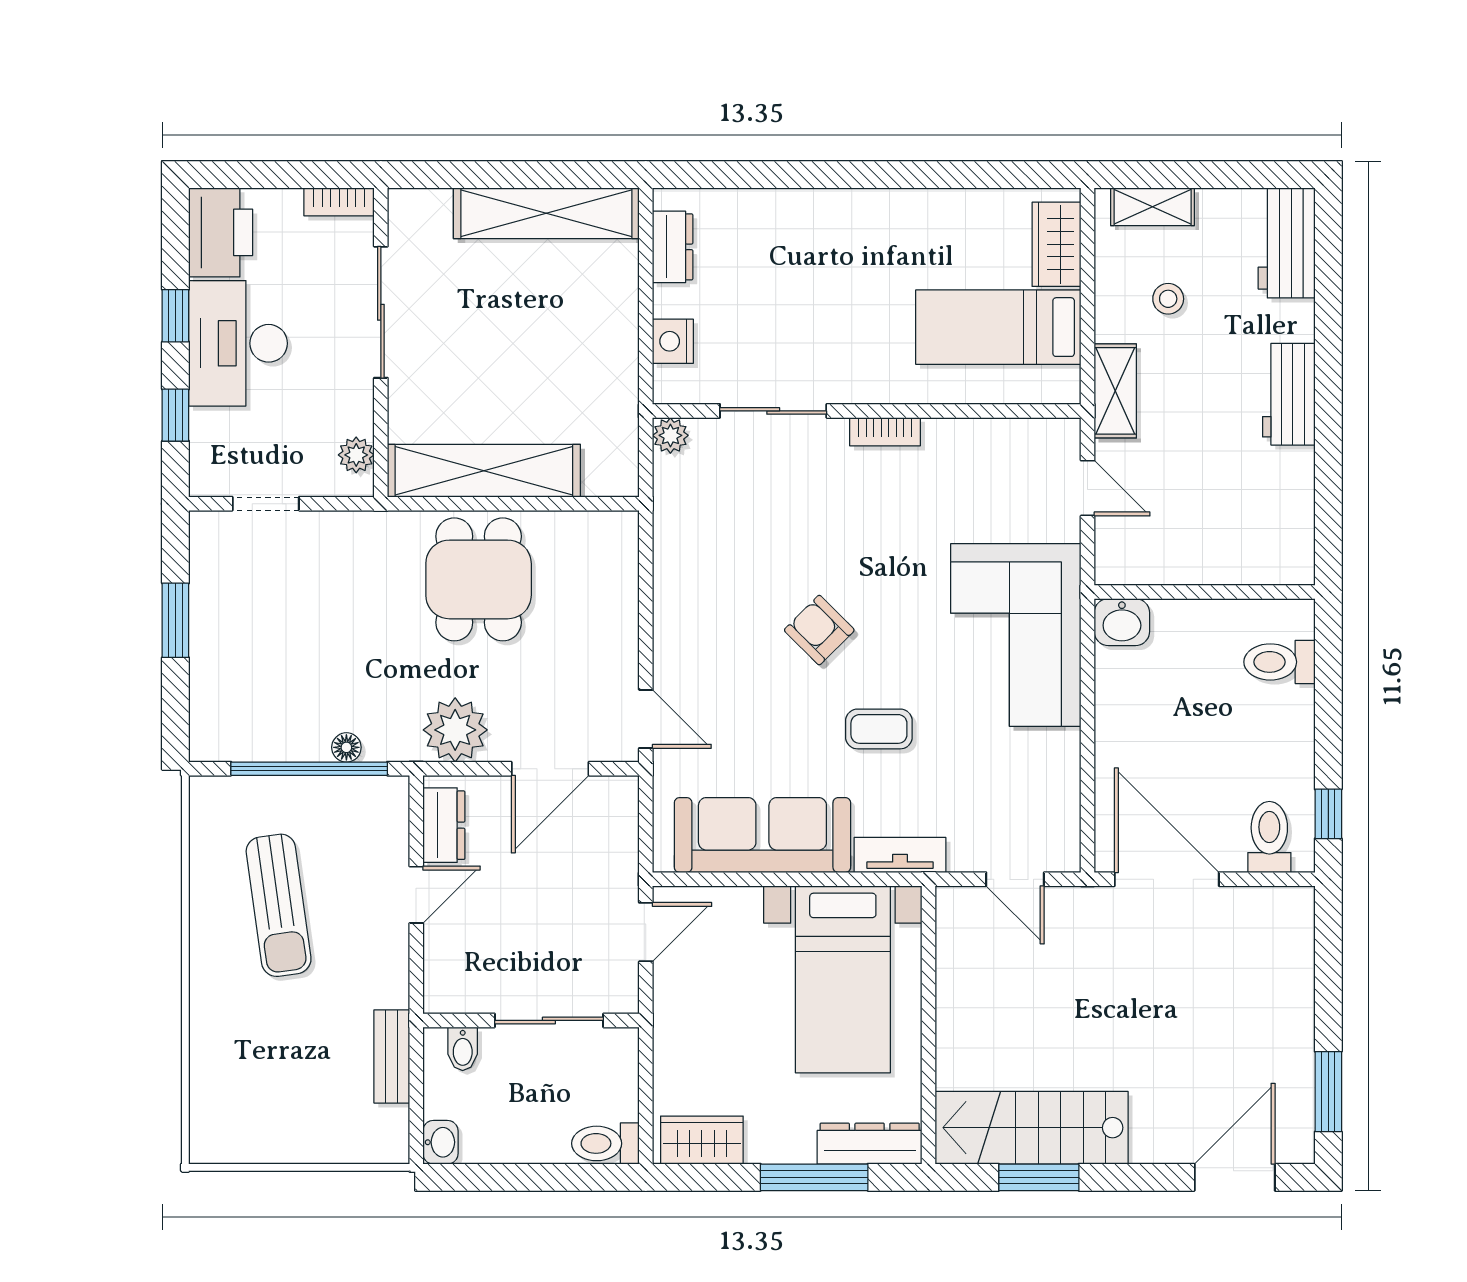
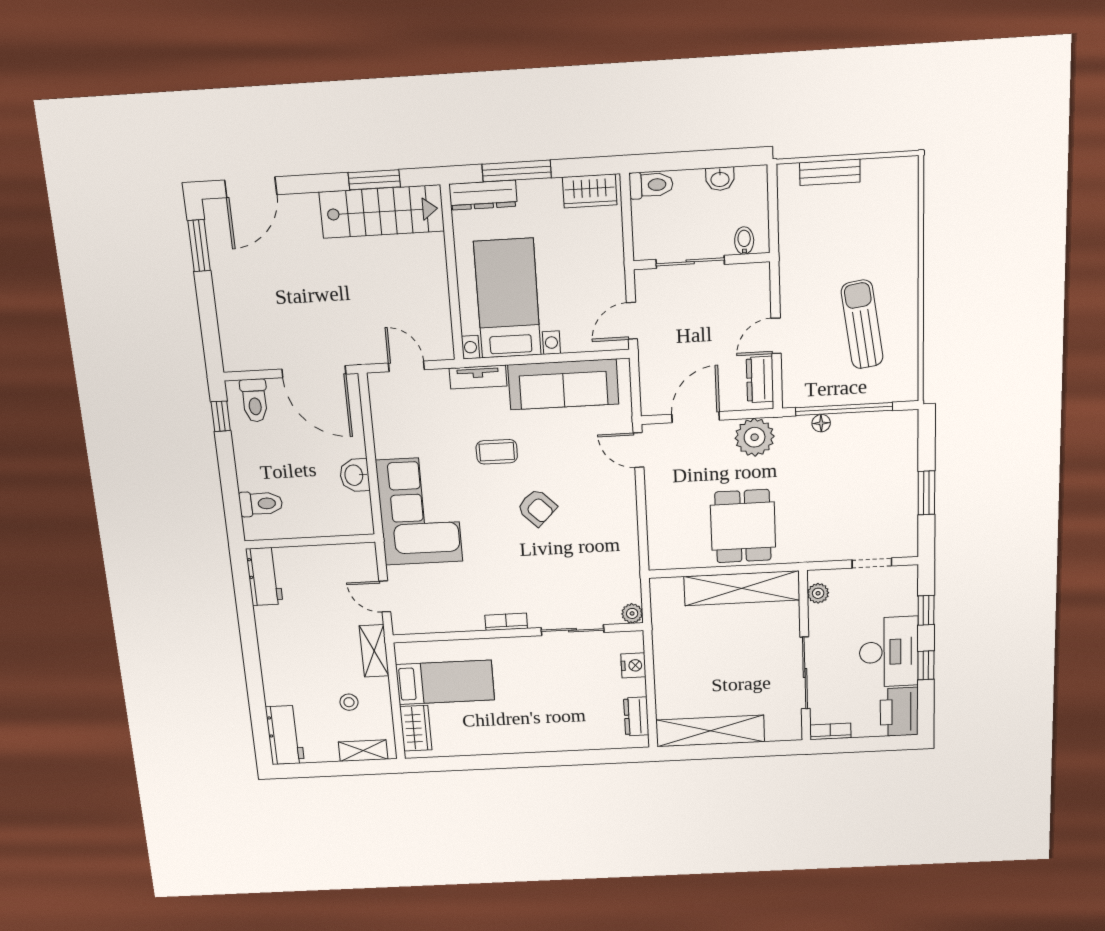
workbench: (1289, 394) -> (264, 576), moved
washbasin: (1122, 622) -> (355, 475), moved, turned -90
bench: (392, 1056) -> (830, 172), moved, turned 90
washbasin: (440, 1142) -> (720, 179), moved, turned -90

